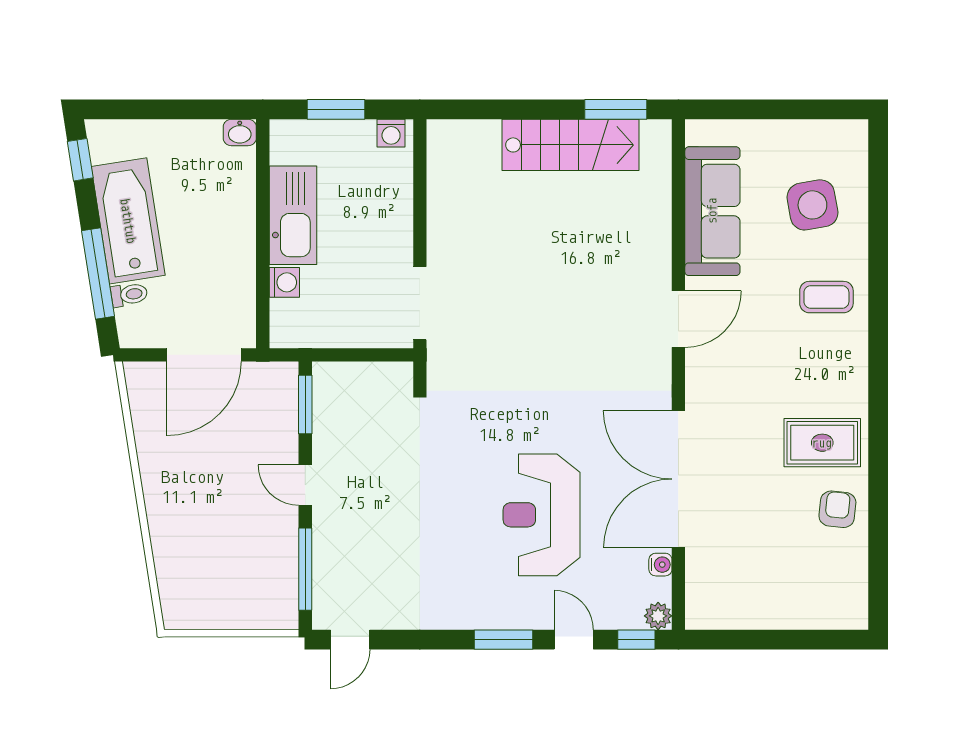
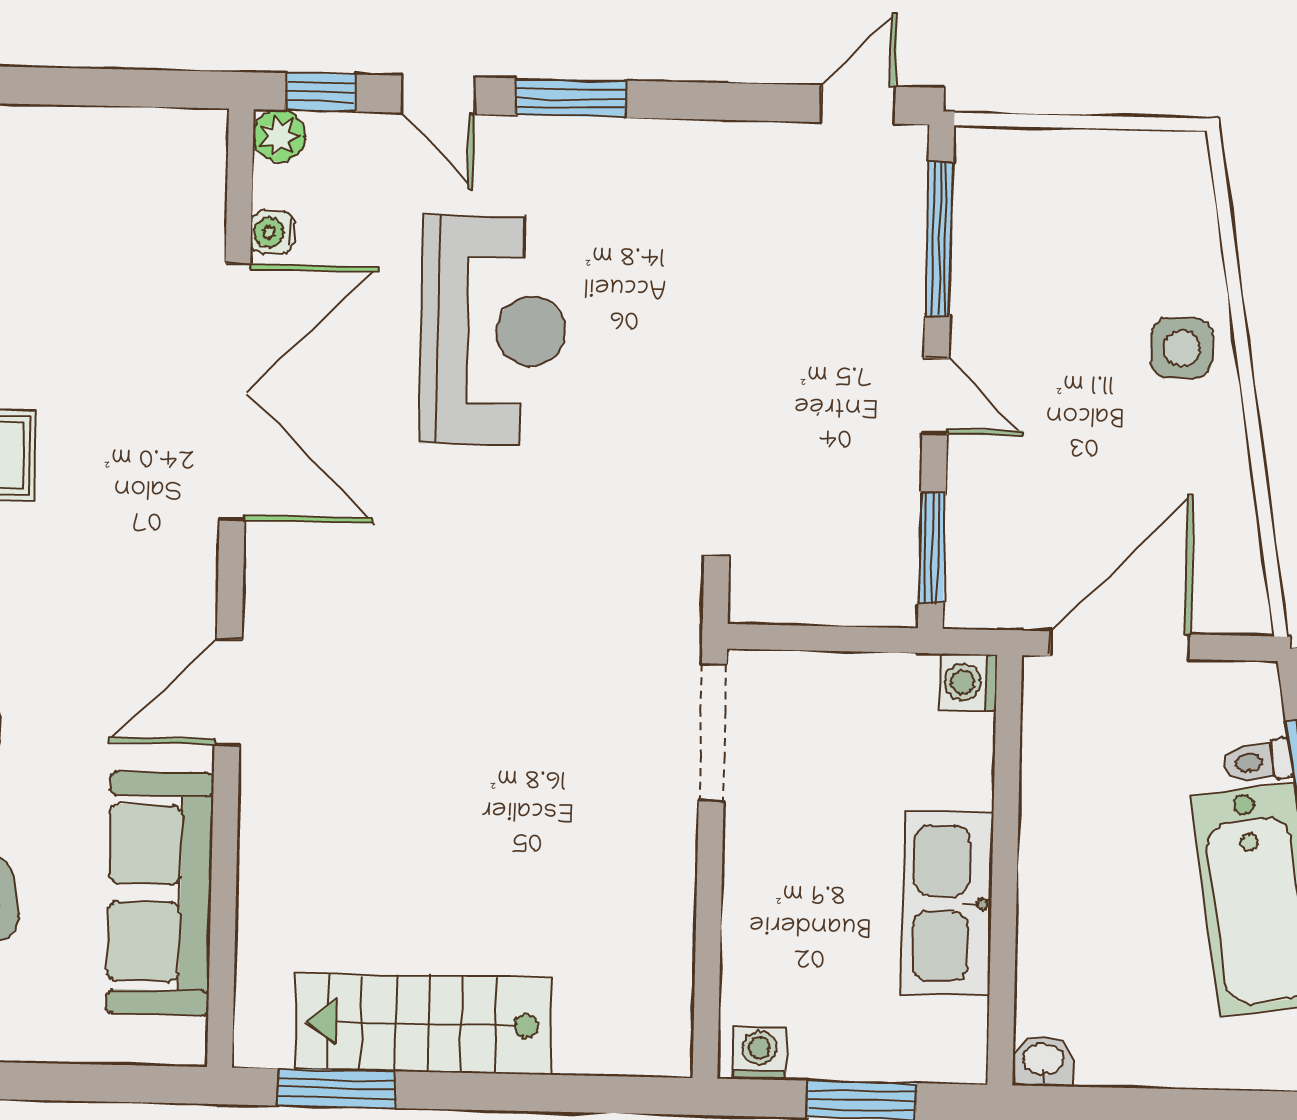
washing machine: (284, 282) -> (968, 682), moved
side table: (175, 514) -> (1182, 348), added

